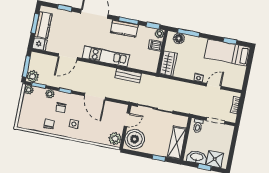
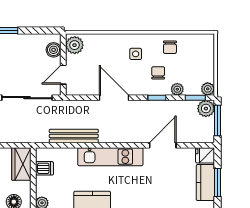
dishwasher: (155, 46) -> (44, 168), moved
bench: (128, 76) -> (74, 136), width x1.36
boiler: (135, 139) -> (54, 50), width x0.54, depth x0.54

